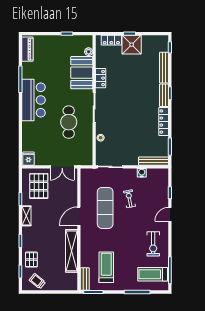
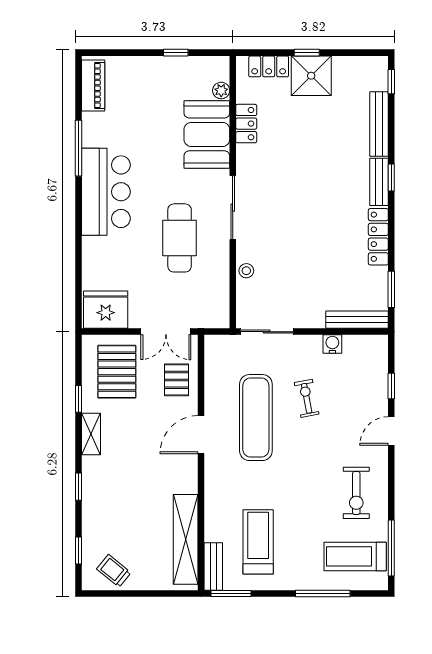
locker: (101, 78) -> (246, 124), moved
fridge: (28, 159) -> (106, 310), width x1.88, depth x1.34
shelving: (72, 251) -> (186, 539), moved
pallet: (31, 260) -> (176, 380), moved

